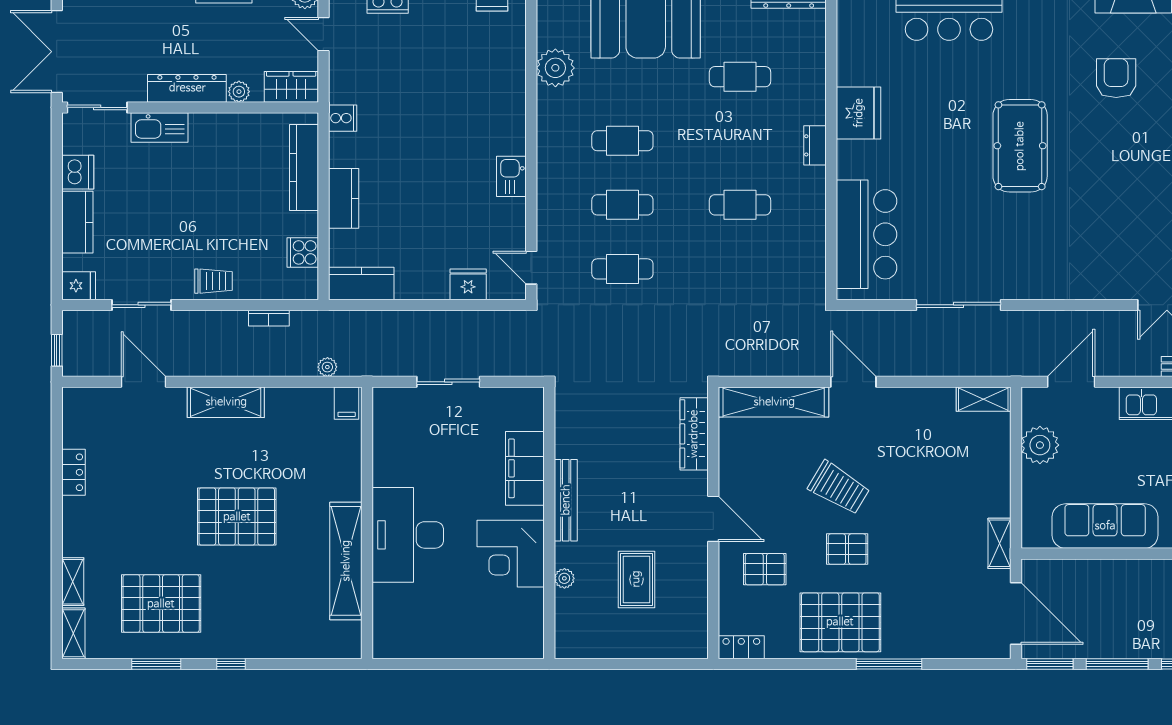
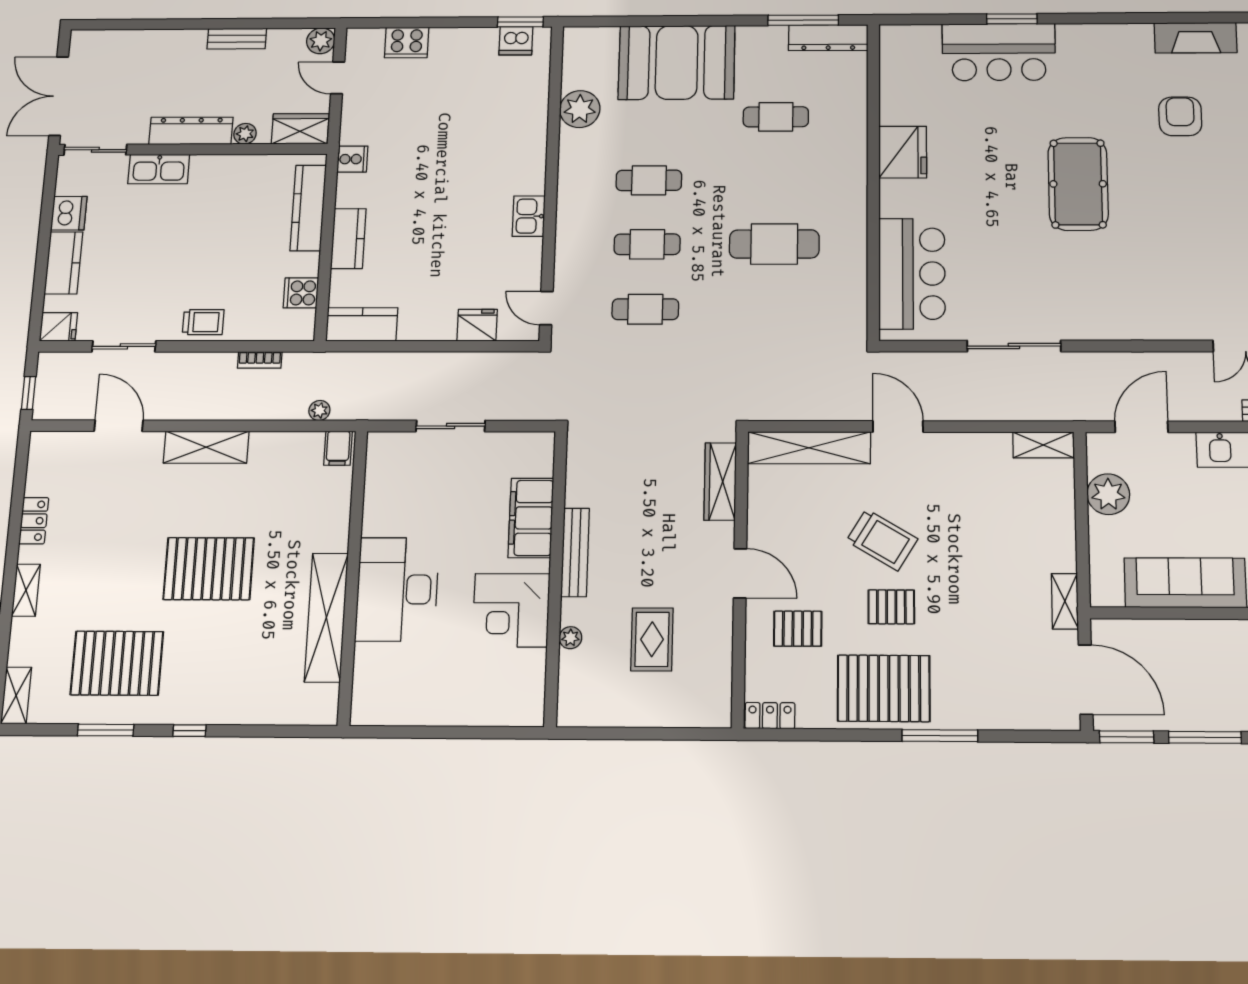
dresser: (815, 145) -> (856, 184), removed
cafe table: (740, 205) -> (774, 244), width x1.37, depth x1.35
shelving: (73, 582) -> (26, 590), moved

